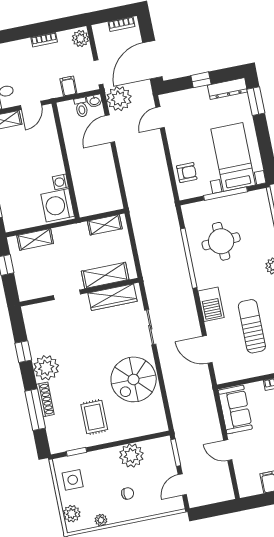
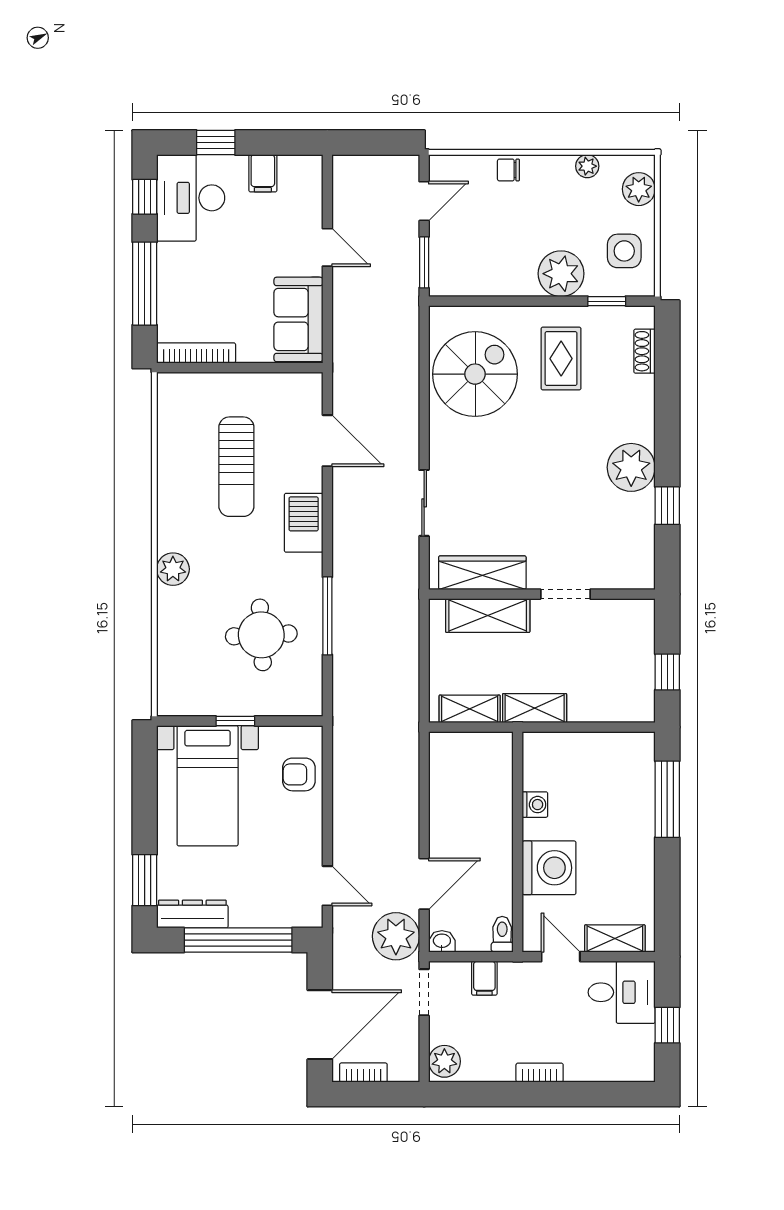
bookcase: (44, 40) -> (540, 1073), moved
door: (152, 60) -> (320, 1025), moved
window: (201, 80) -> (238, 940), width x3.17
door: (31, 105) -> (561, 957), hinge flipped
toilet: (81, 107) -> (502, 934), moved
door: (160, 118) -> (327, 886), hinge flipped
window: (225, 194) -> (235, 721), width x0.46
washing machine: (58, 205) -> (549, 868), moved
shelving: (35, 239) -> (535, 708), moved
window: (189, 258) -> (327, 616), width x0.68
spiral stairs: (134, 379) -> (475, 374), moved
shoe rack: (45, 399) -> (644, 351), moved, width x0.70
window: (35, 410) -> (667, 394), removed
plant: (131, 456) -> (561, 274), moved
chair: (128, 494) -> (508, 170), moved

